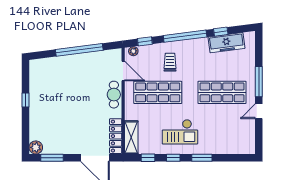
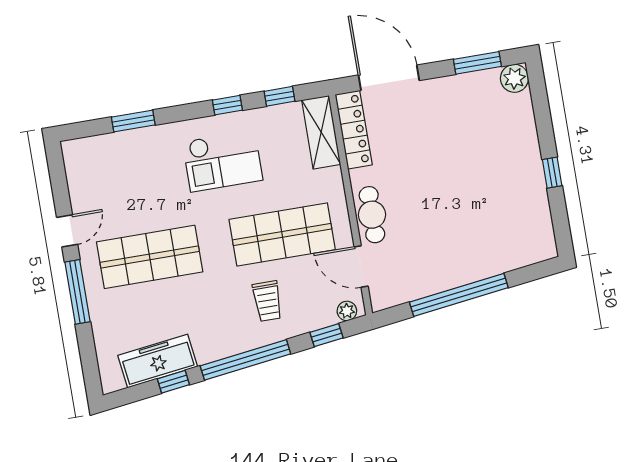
checkout: (180, 132) -> (223, 161), turned 180
window: (202, 158) -> (133, 121), moved

